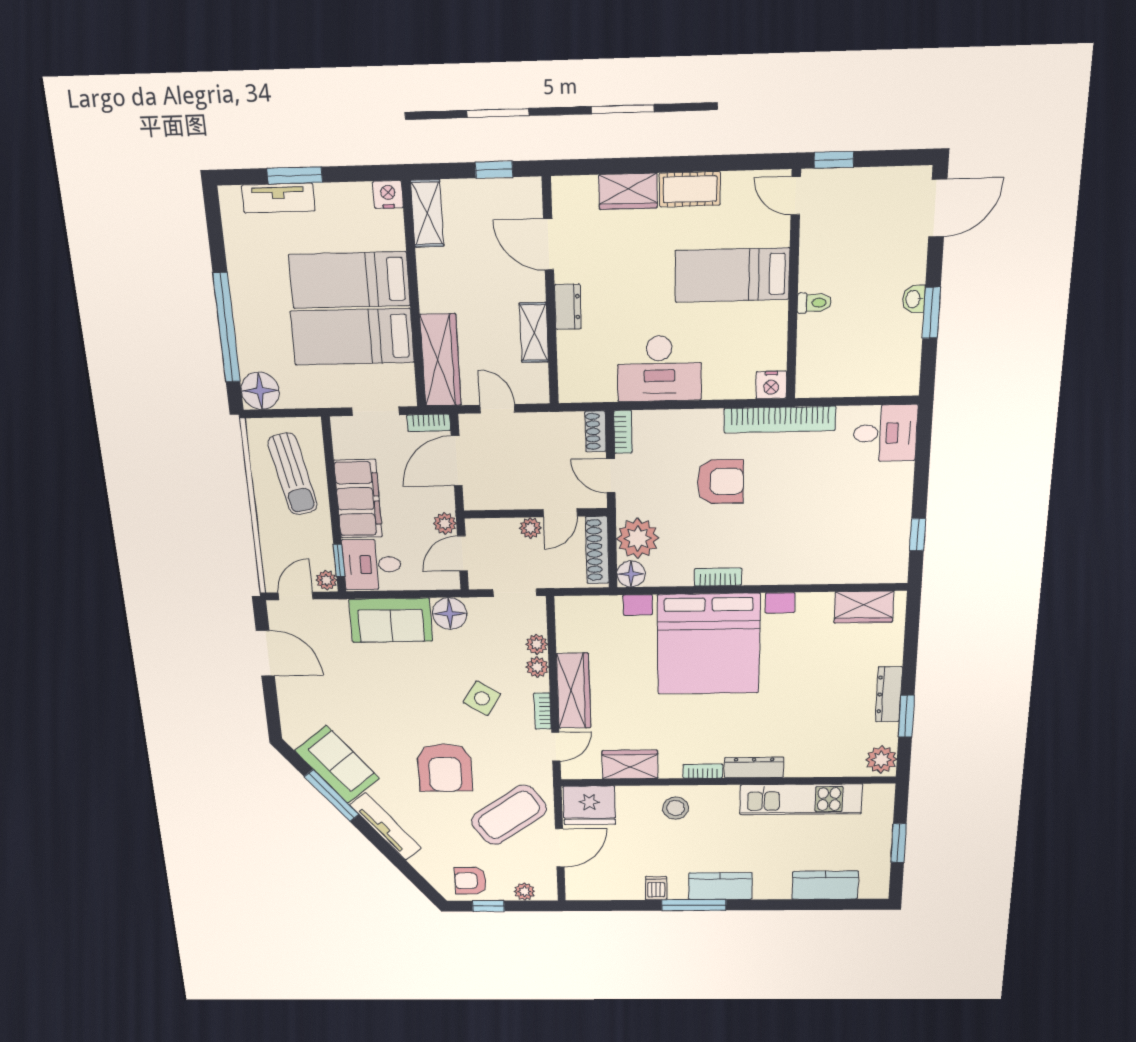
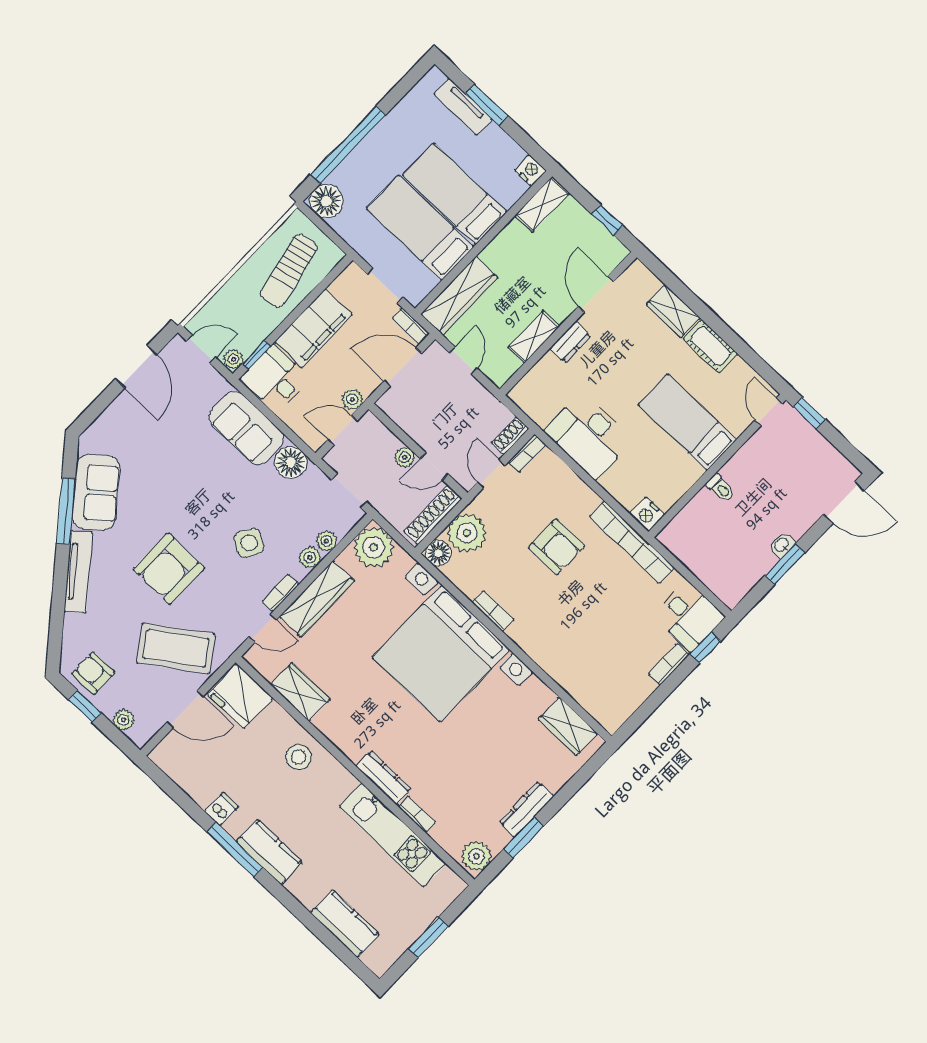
bookcase: (904, 486) -> (669, 664), added
window: (918, 535) -> (705, 648), moved
plant: (577, 616) -> (374, 547), added
bookcase: (703, 771) -> (417, 814), moved

